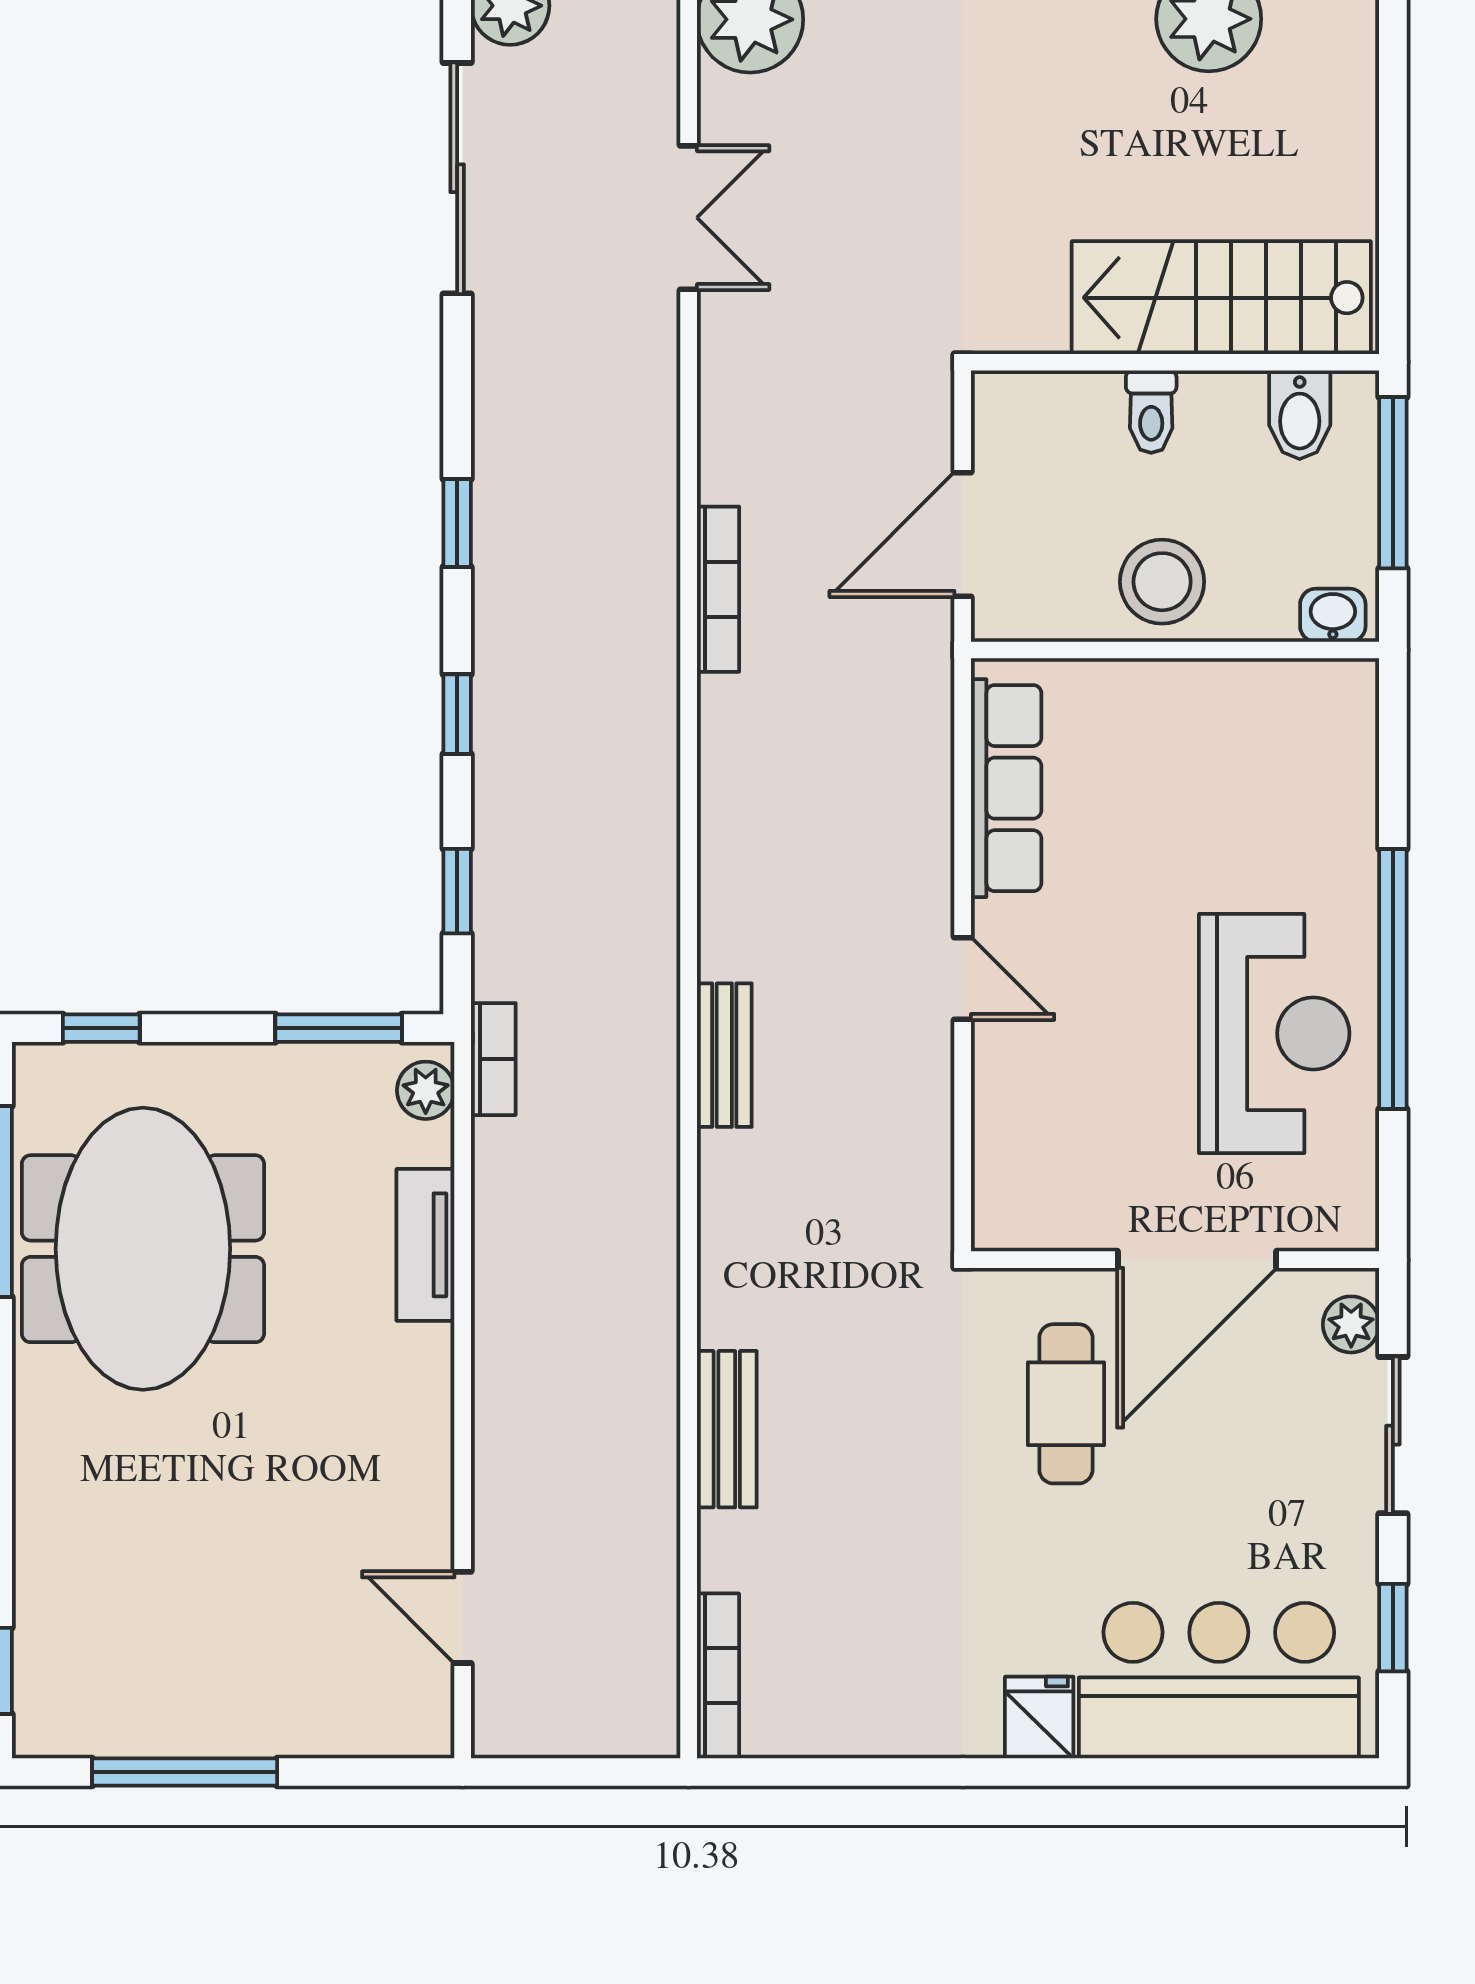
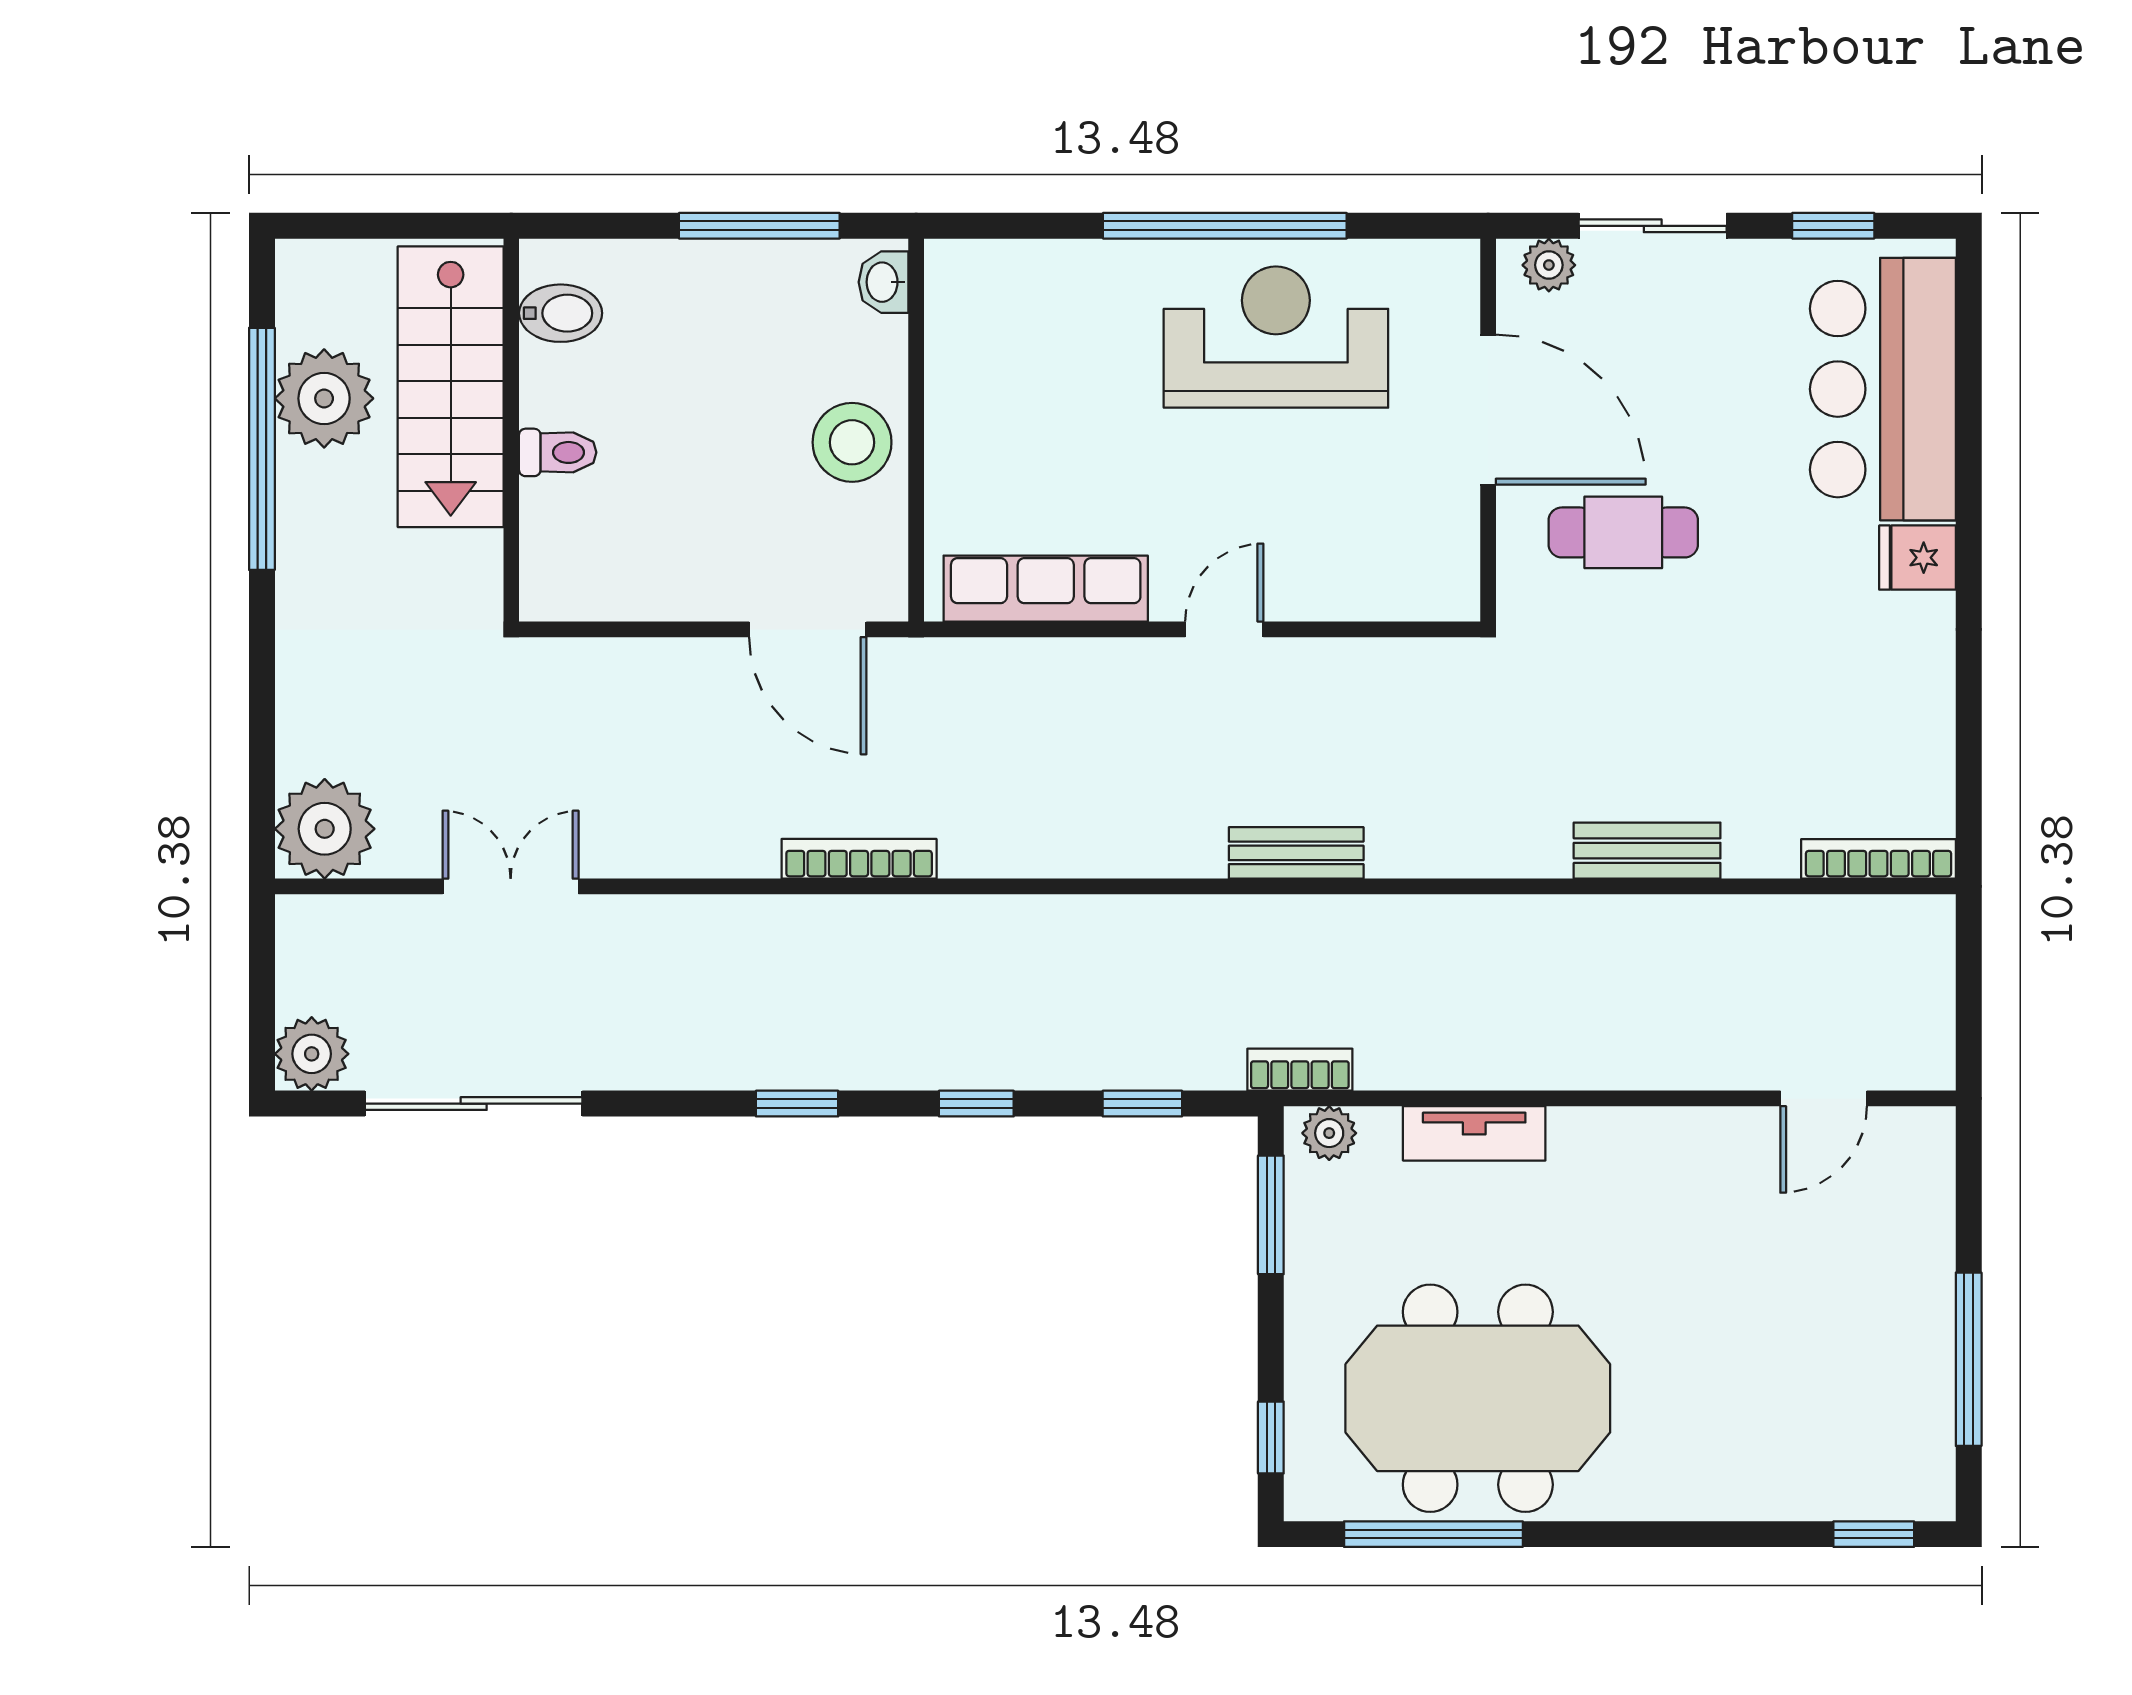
stairs: (1221, 298) -> (451, 387), moved
wall: (1175, 362) -> (511, 430), moved
toilet: (1151, 412) -> (558, 452), moved
bidet: (1300, 415) -> (561, 313), moved

